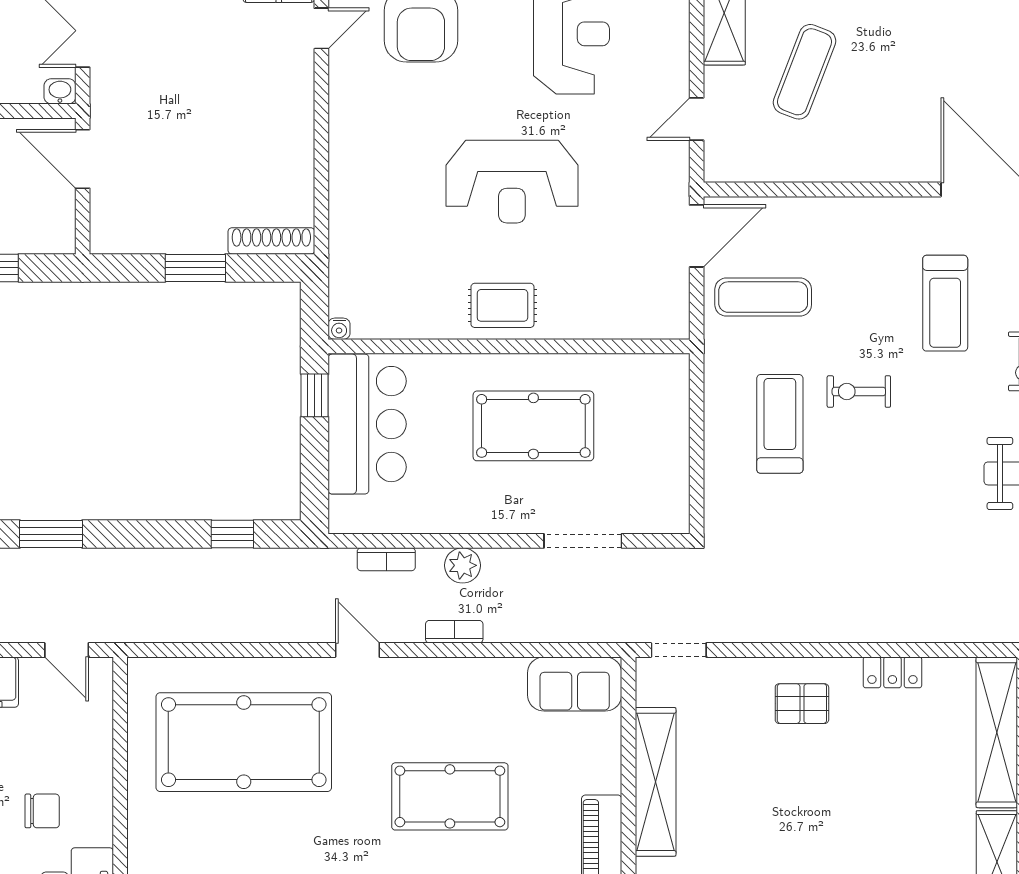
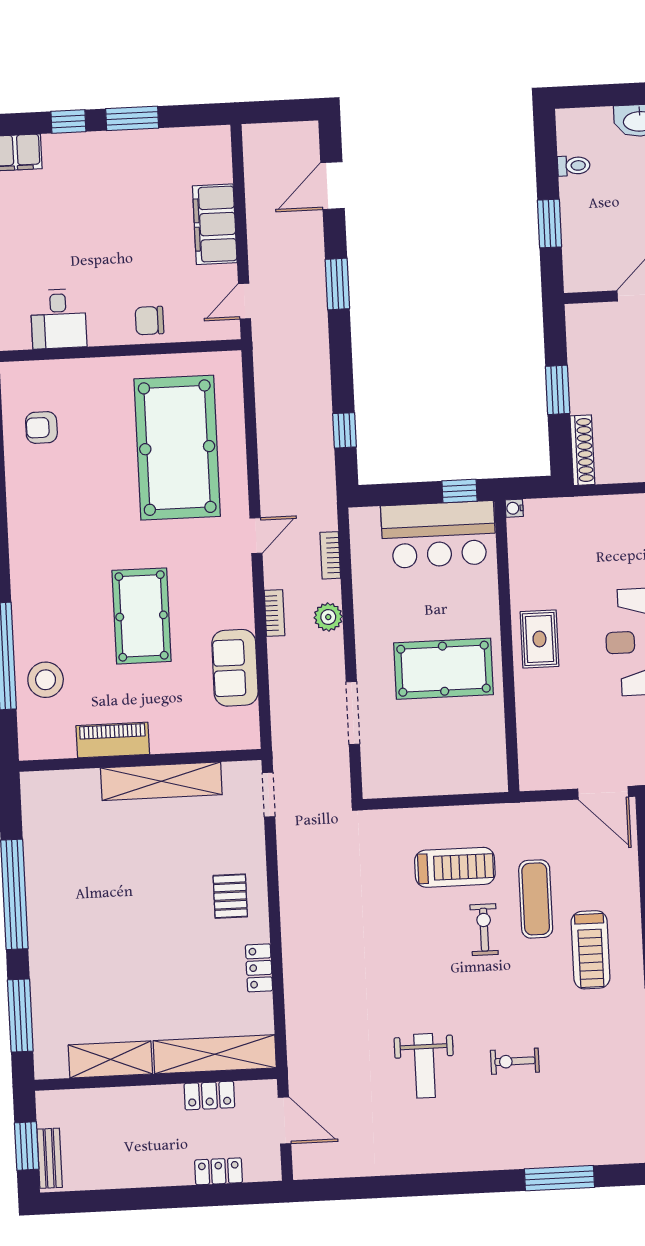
exercise mat: (763, 297) -> (536, 899), moved
treadmill: (945, 303) -> (590, 950), moved, turned -90
pool table: (533, 426) -> (444, 669), turned 90
sofa: (575, 684) -> (235, 668), moved
chair: (42, 811) -> (149, 321), moved, turned 90

